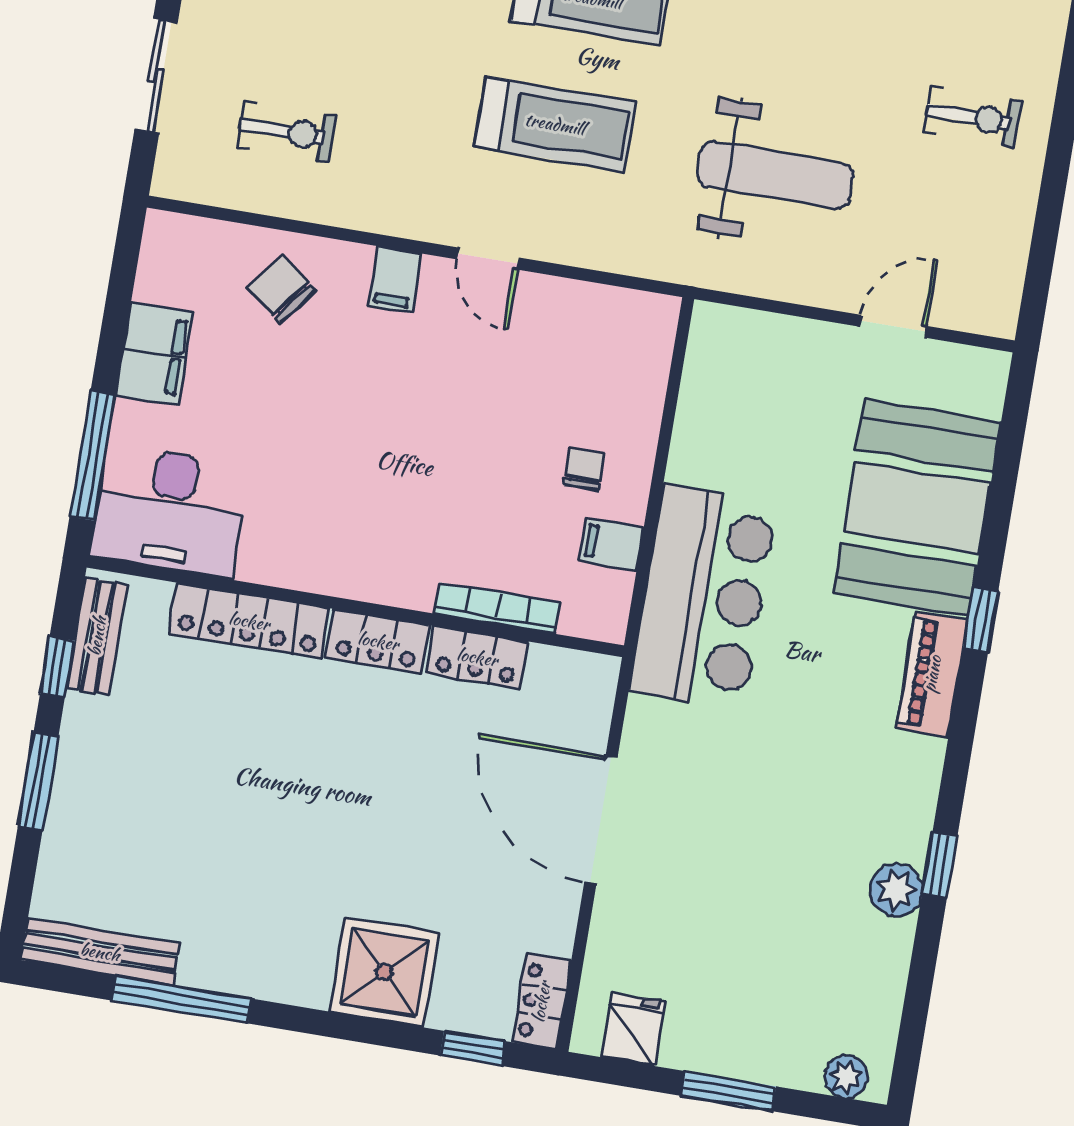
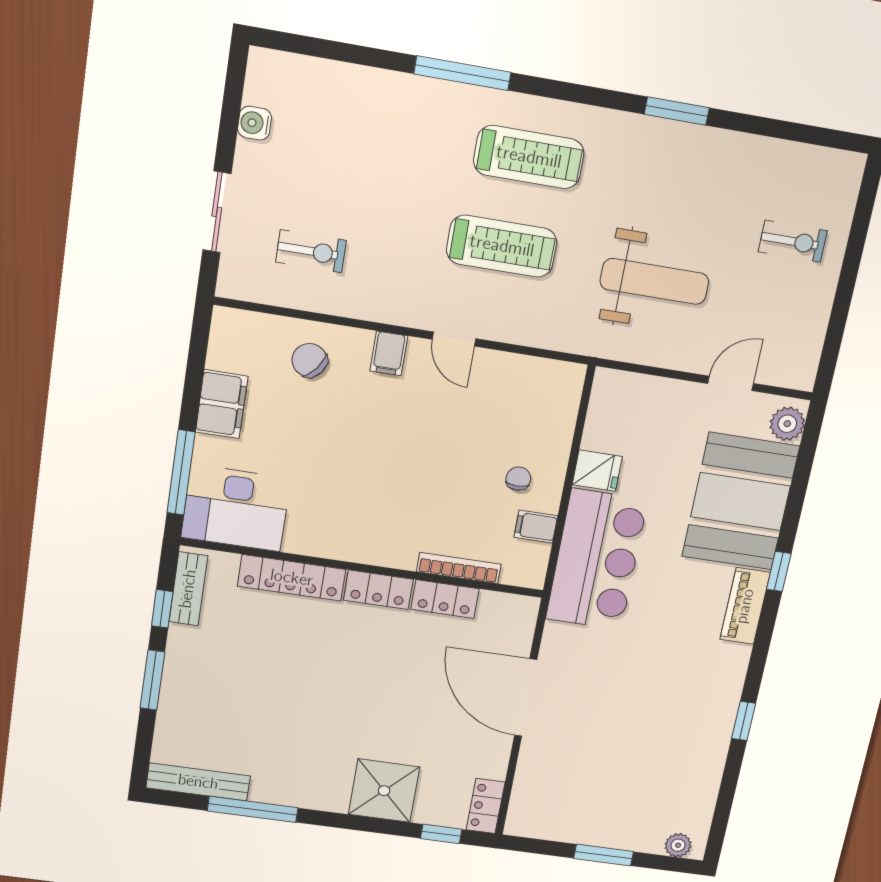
plant: (896, 890) -> (787, 424), moved
fridge: (633, 1029) -> (597, 471), moved, turned 90

